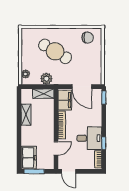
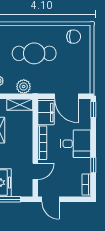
cafe table: (55, 51) -> (34, 53), turned -31
desk: (89, 138) -> (76, 144), moved

